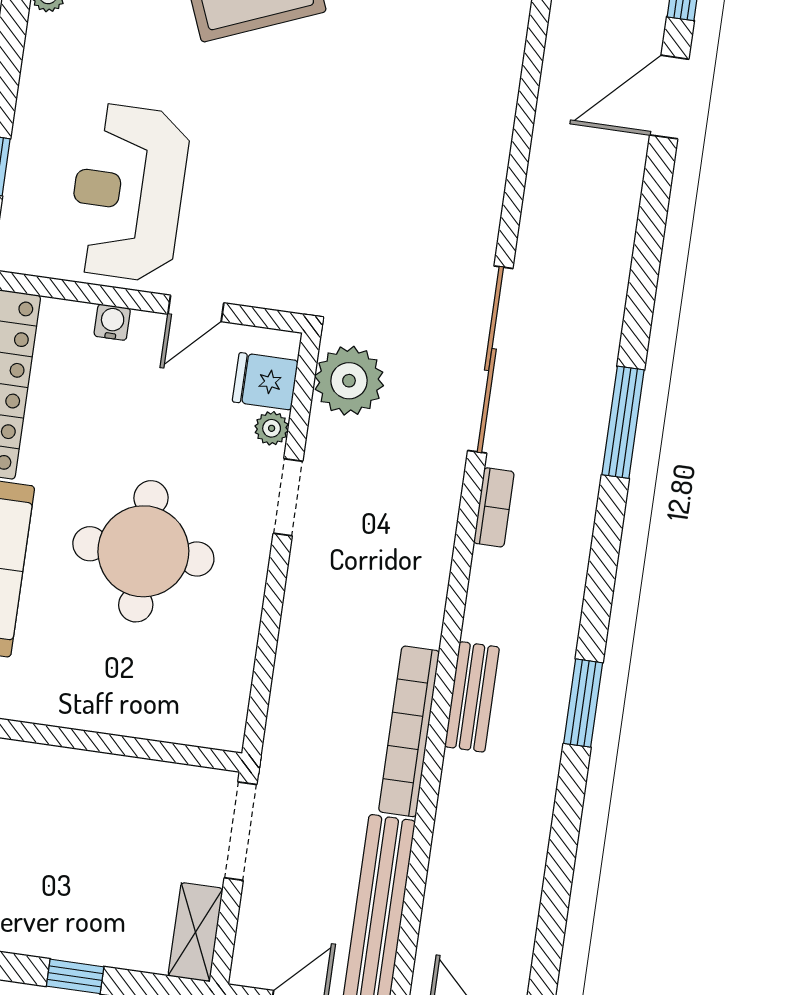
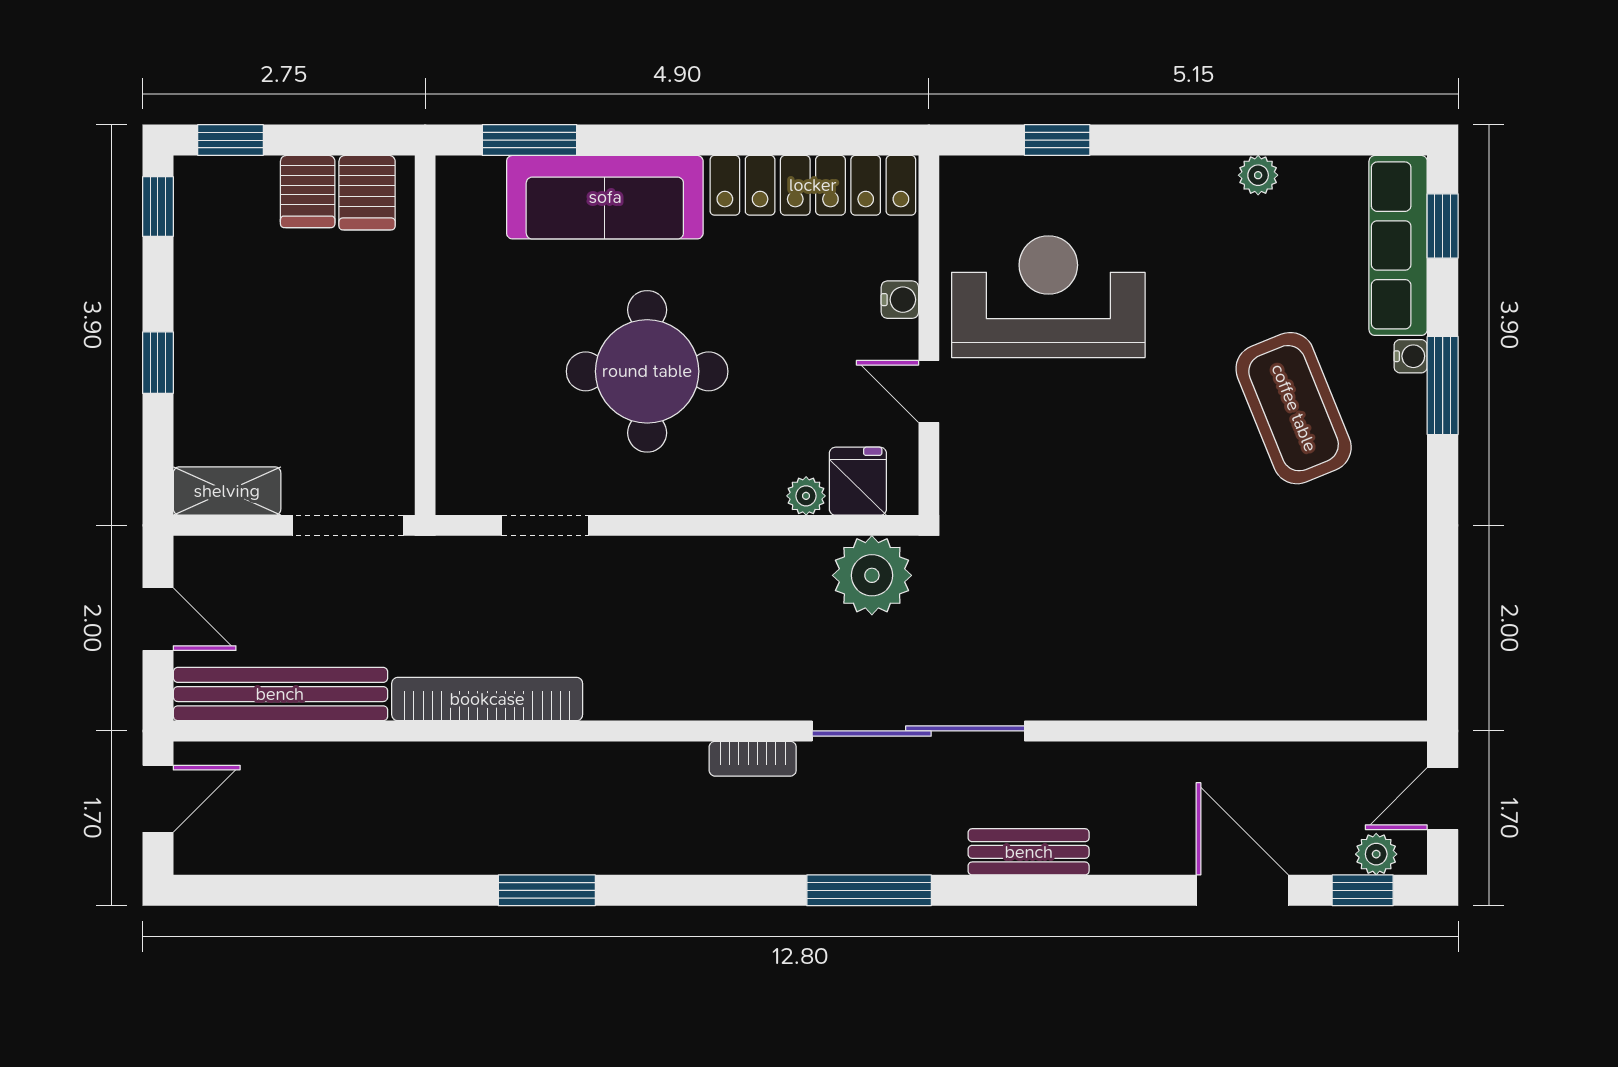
doorway: (288, 497) -> (545, 525), moved
bench: (472, 697) -> (1029, 852), moved

